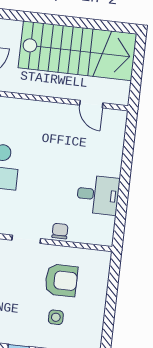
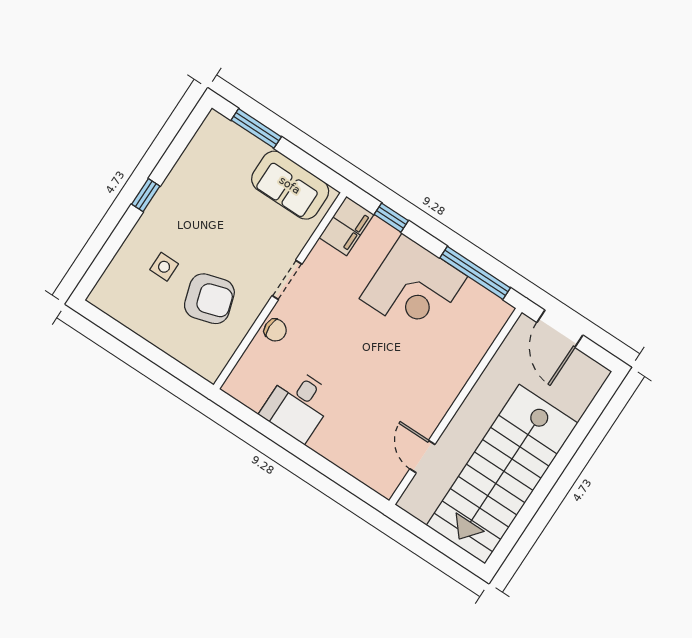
door: (91, 104) -> (422, 457), hinge flipped
armchair: (61, 280) -> (209, 299), turned -107

